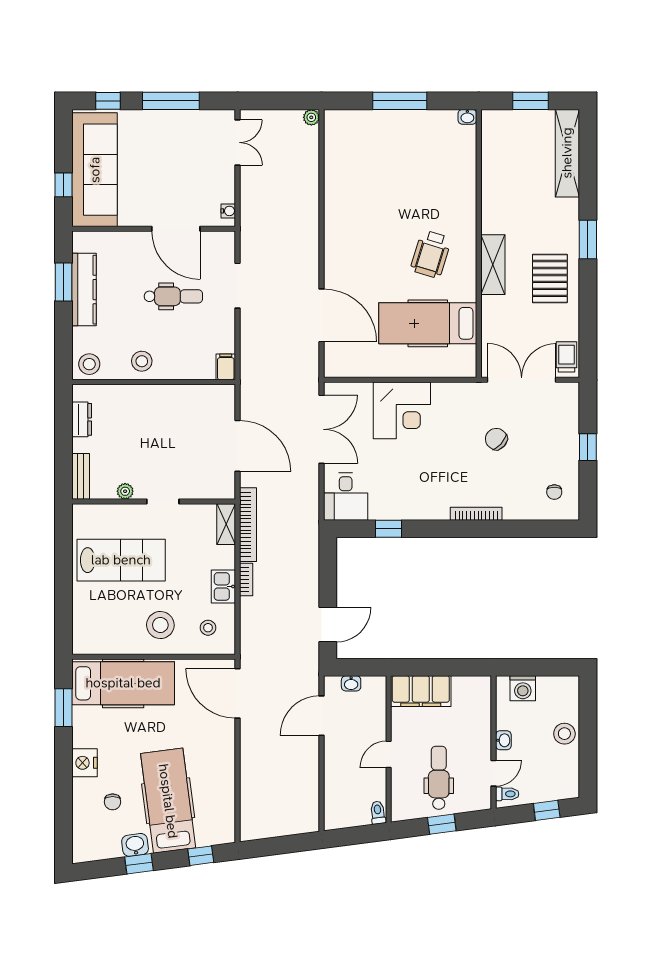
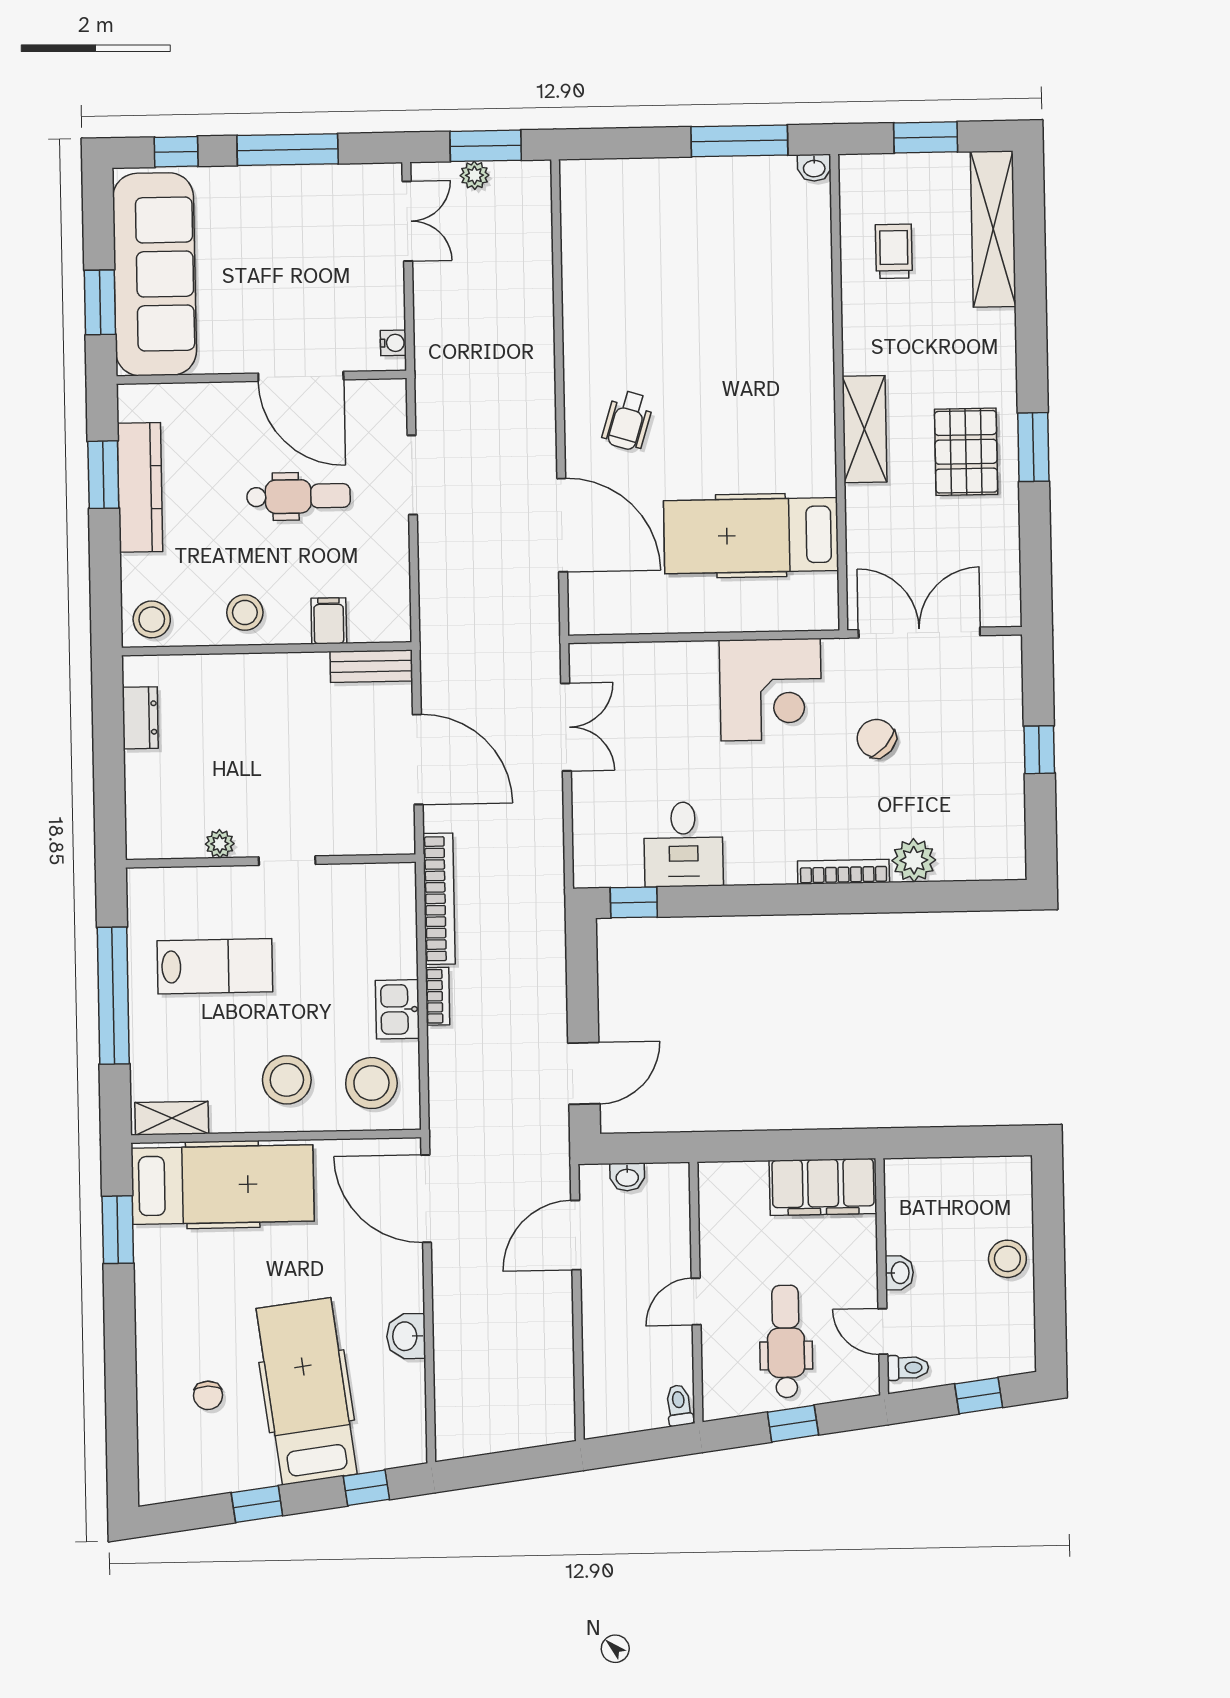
window: (282, 101) -> (486, 146), added
window: (400, 101) -> (739, 141), moved
plant: (311, 117) -> (475, 175), moved
window: (63, 185) -> (100, 302), width x1.50
window: (588, 240) -> (1033, 447), moved
wheelchair: (431, 254) -> (628, 421), moved, width x0.73, depth x0.73
trolley: (567, 357) -> (894, 251), moved
filing cabinet: (226, 367) -> (329, 621), moved
corner desk: (402, 410) -> (771, 690), moved
double door: (321, 429) -> (566, 727), width x0.73
bench: (81, 476) -> (371, 666), moved, turned 90
chair: (554, 492) -> (981, 831), removed
desk: (346, 497) -> (683, 844), moved
plant: (516, 508) -> (914, 860), added
shelving: (226, 524) -> (172, 1118), moved, turned 90
window: (388, 529) -> (634, 902), moved
lab bench: (121, 560) -> (215, 966), width x0.73, depth x0.72
window: (63, 576) -> (113, 996), added
stool: (208, 628) -> (371, 1083), width x1.89, depth x1.89
washing machine: (523, 688) -> (932, 1180), removed
filing cabinet: (421, 691) -> (823, 1187), moved
nightstand: (85, 763) -> (157, 1327), removed
door: (493, 773) -> (883, 1332), swing flipped
washbasin: (135, 845) -> (406, 1336), moved, turned -83

